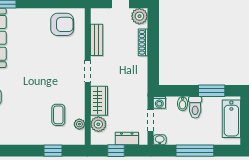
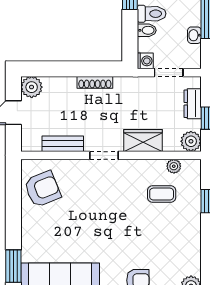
armchair: (62, 24) -> (42, 189), turned 68
shoe rack: (143, 42) -> (95, 82), moved
plant: (98, 124) -> (191, 141), moved
washbasin: (160, 140) -> (194, 35), moved

